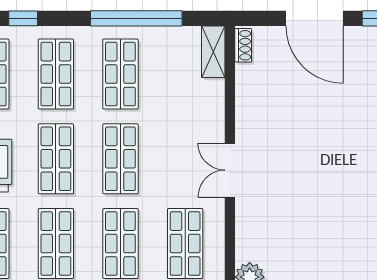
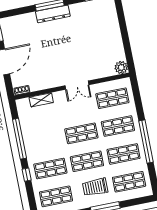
window: (23, 18) -> (27, 175), moved
shelving: (213, 52) -> (41, 100), moved
shop shelf: (120, 74) -> (45, 141), removed

